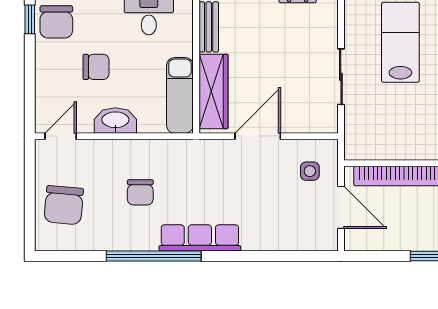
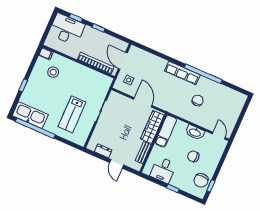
chair: (56, 22) -> (201, 180), turned 180
door: (61, 136) -> (219, 136), swing flipped
door: (258, 136) -> (143, 102), swing flipped
chair: (64, 205) -> (229, 109), removed

